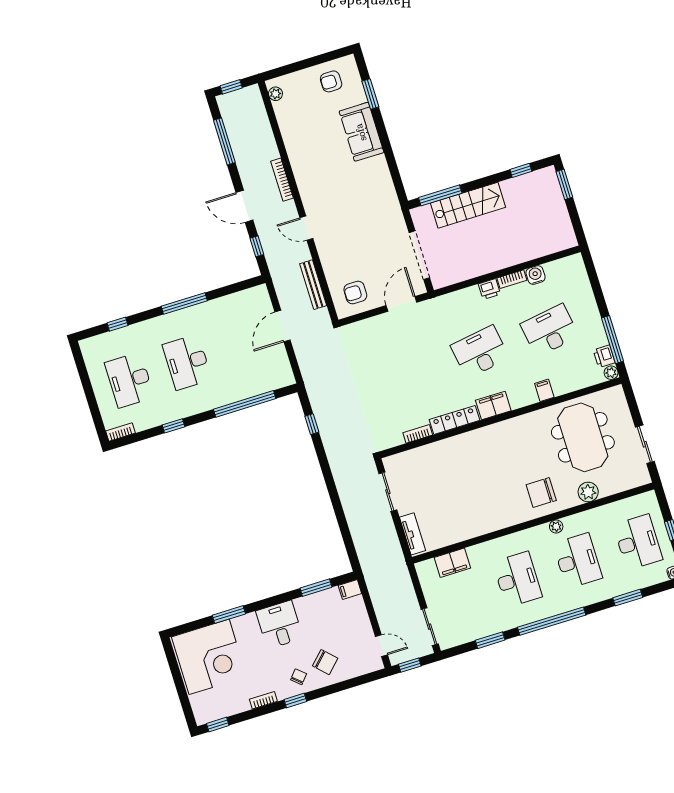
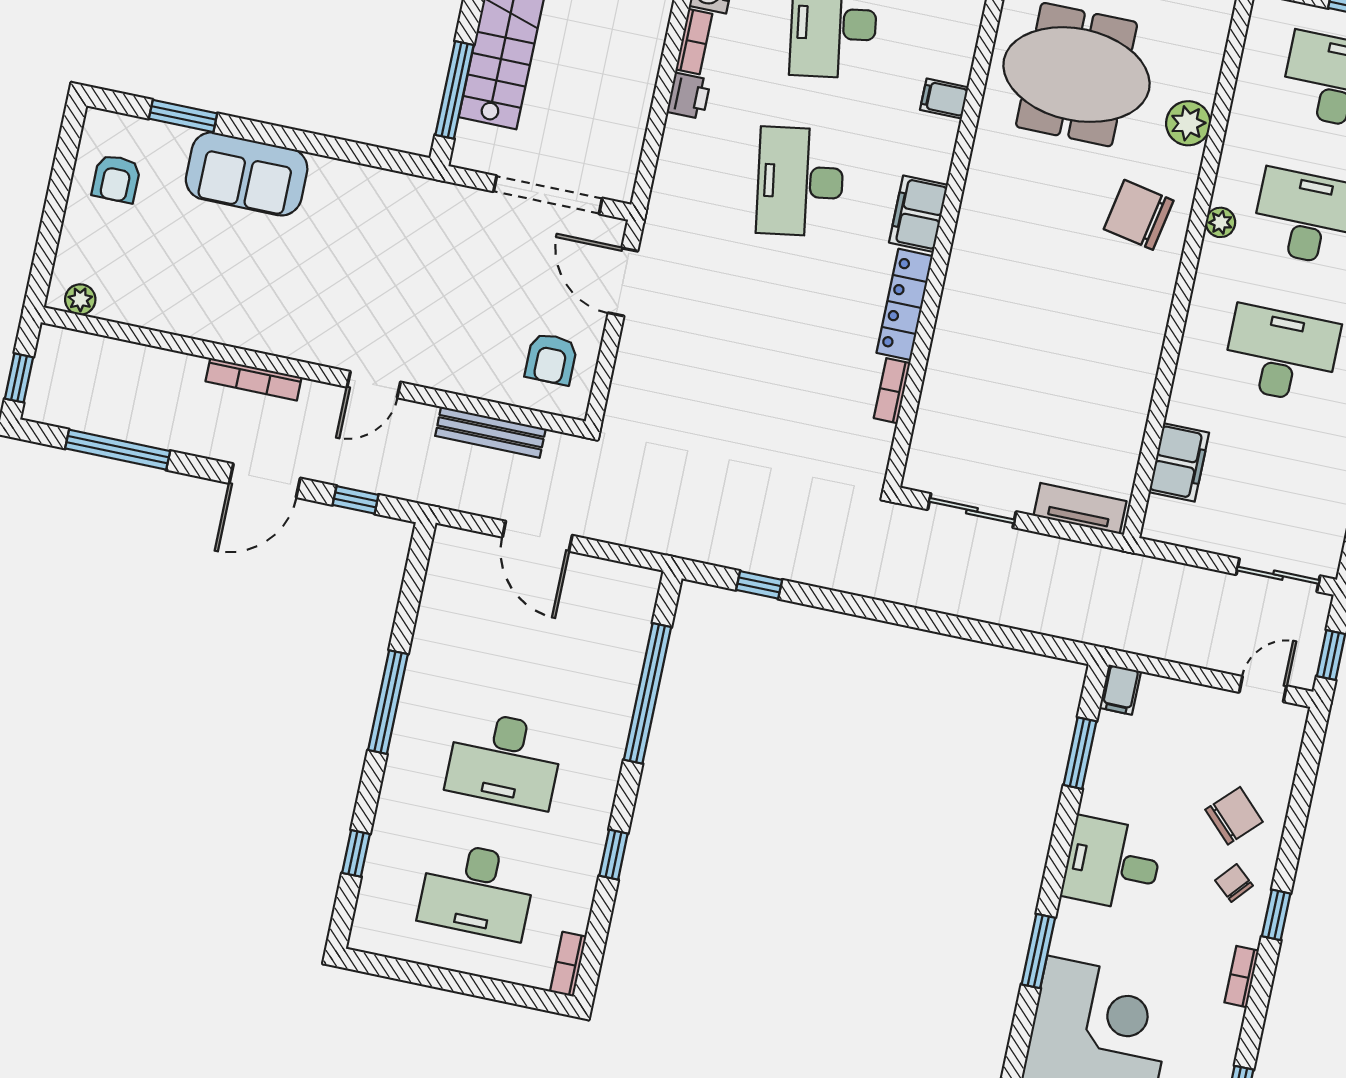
chair: (541, 493) -> (1139, 215), turned 101

